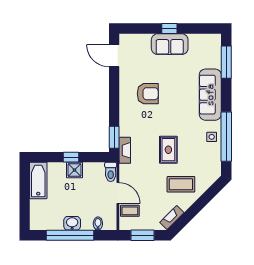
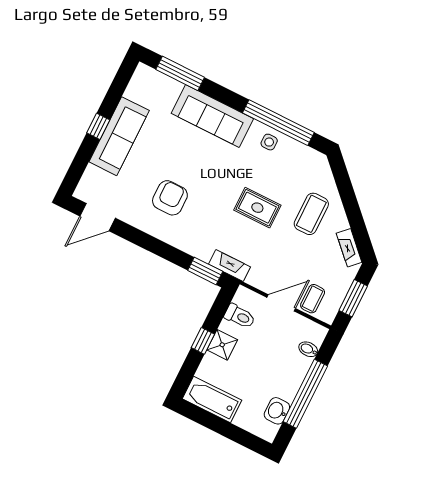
sofa: (170, 44) -> (119, 136), width x1.36
toilet: (111, 172) -> (240, 316), moved
washbasin: (72, 223) -> (277, 411), moved

